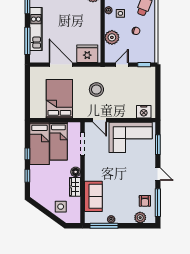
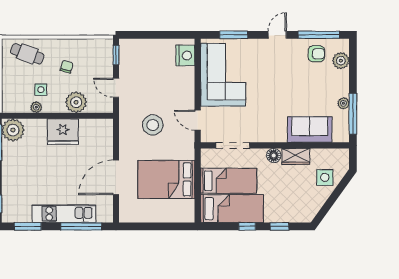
fridge: (87, 54) -> (63, 132), moved, turned -90
door: (100, 120) -> (198, 120), swing flipped

